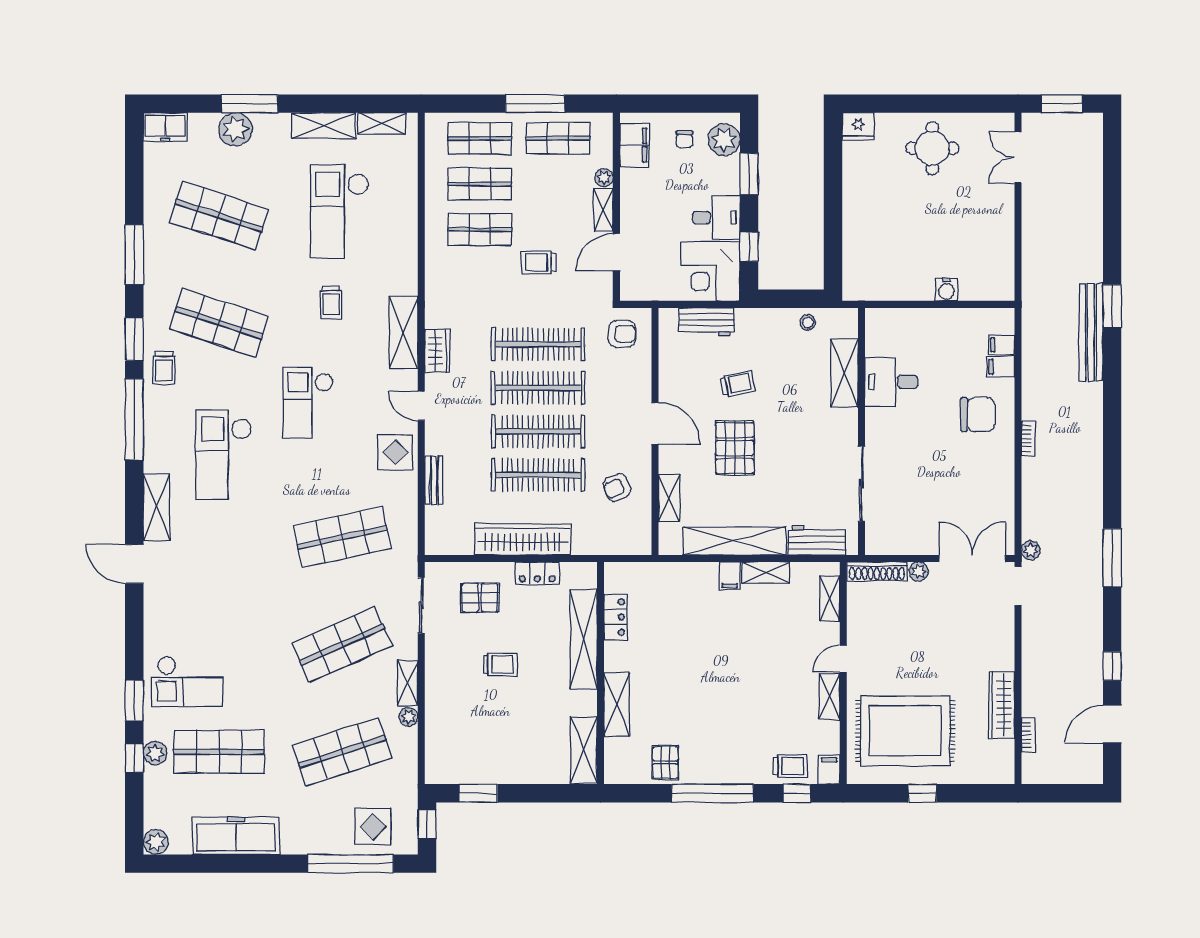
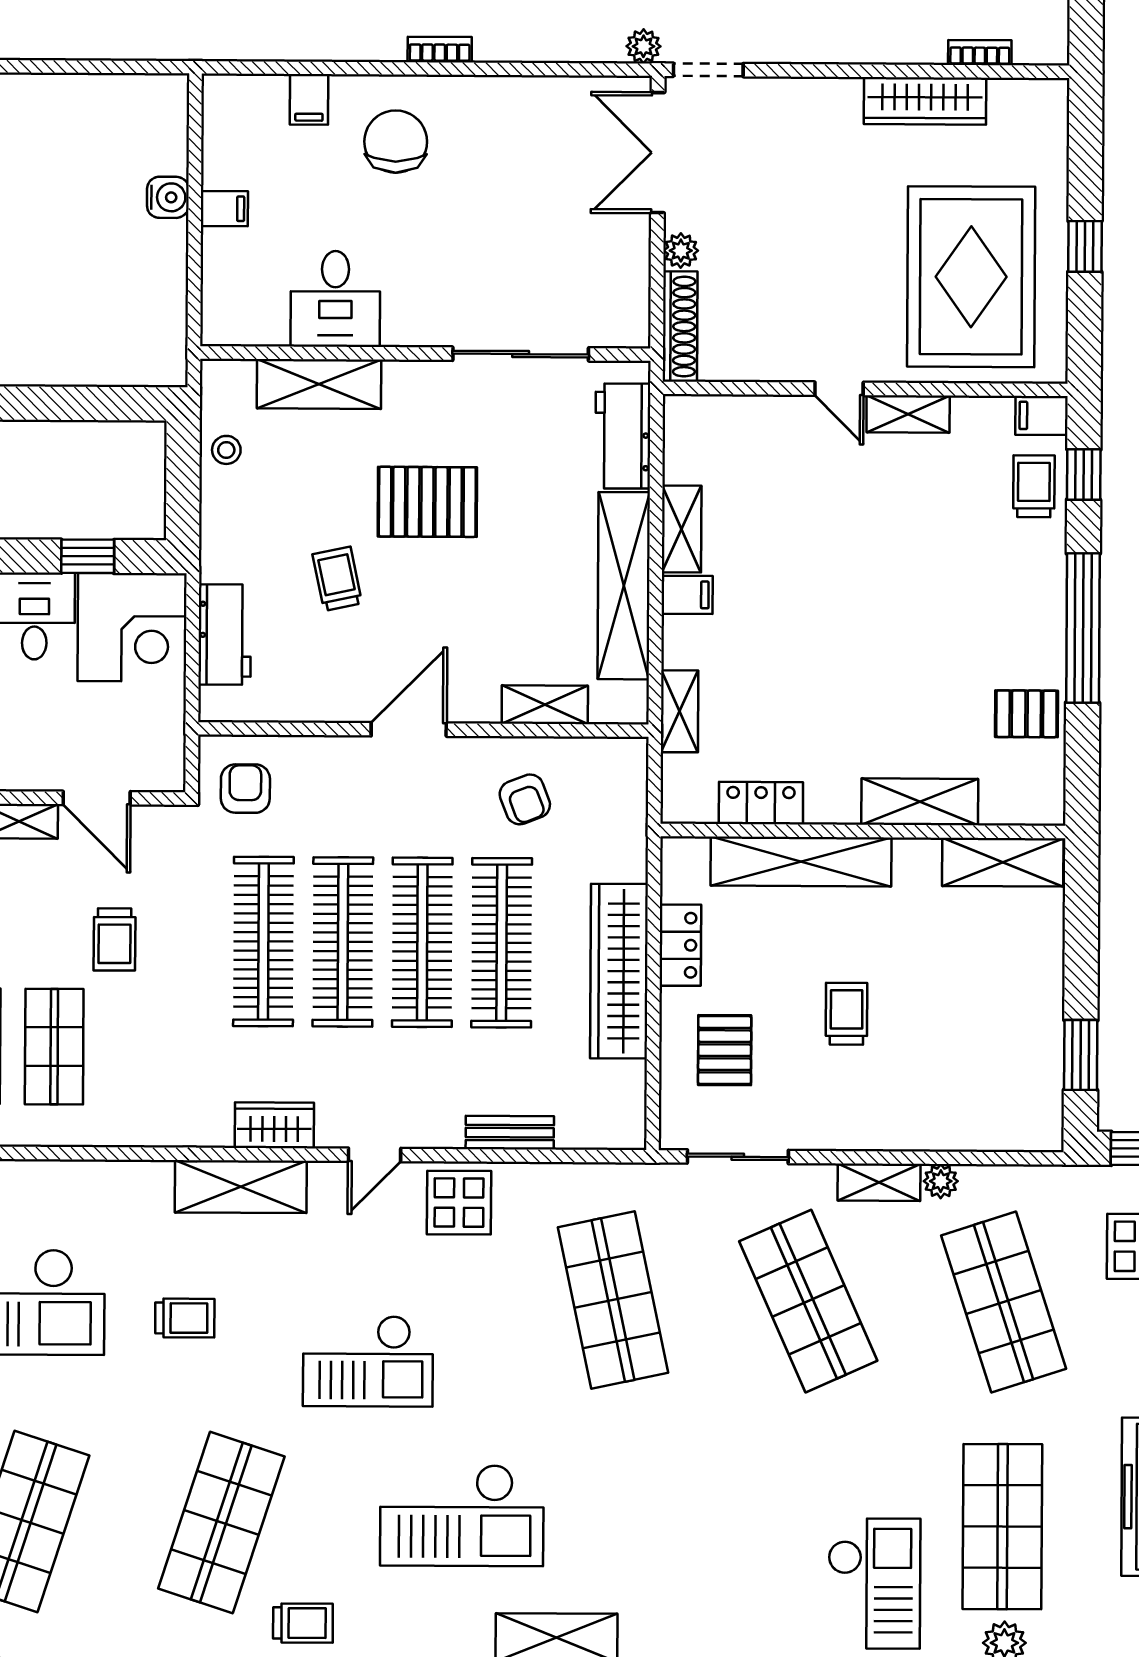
filing cabinet: (1002, 345) -> (224, 209), moved, turned -90
pallet: (735, 448) -> (427, 502), moved
shelving: (830, 598) -> (680, 711), moved, turned 90

